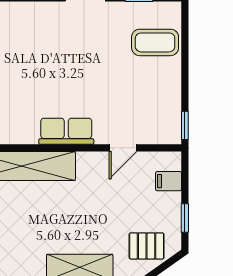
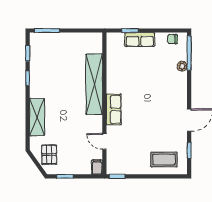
coffee table: (155, 42) -> (164, 159), turned 90
filing cabinet: (169, 181) -> (97, 167), moved

